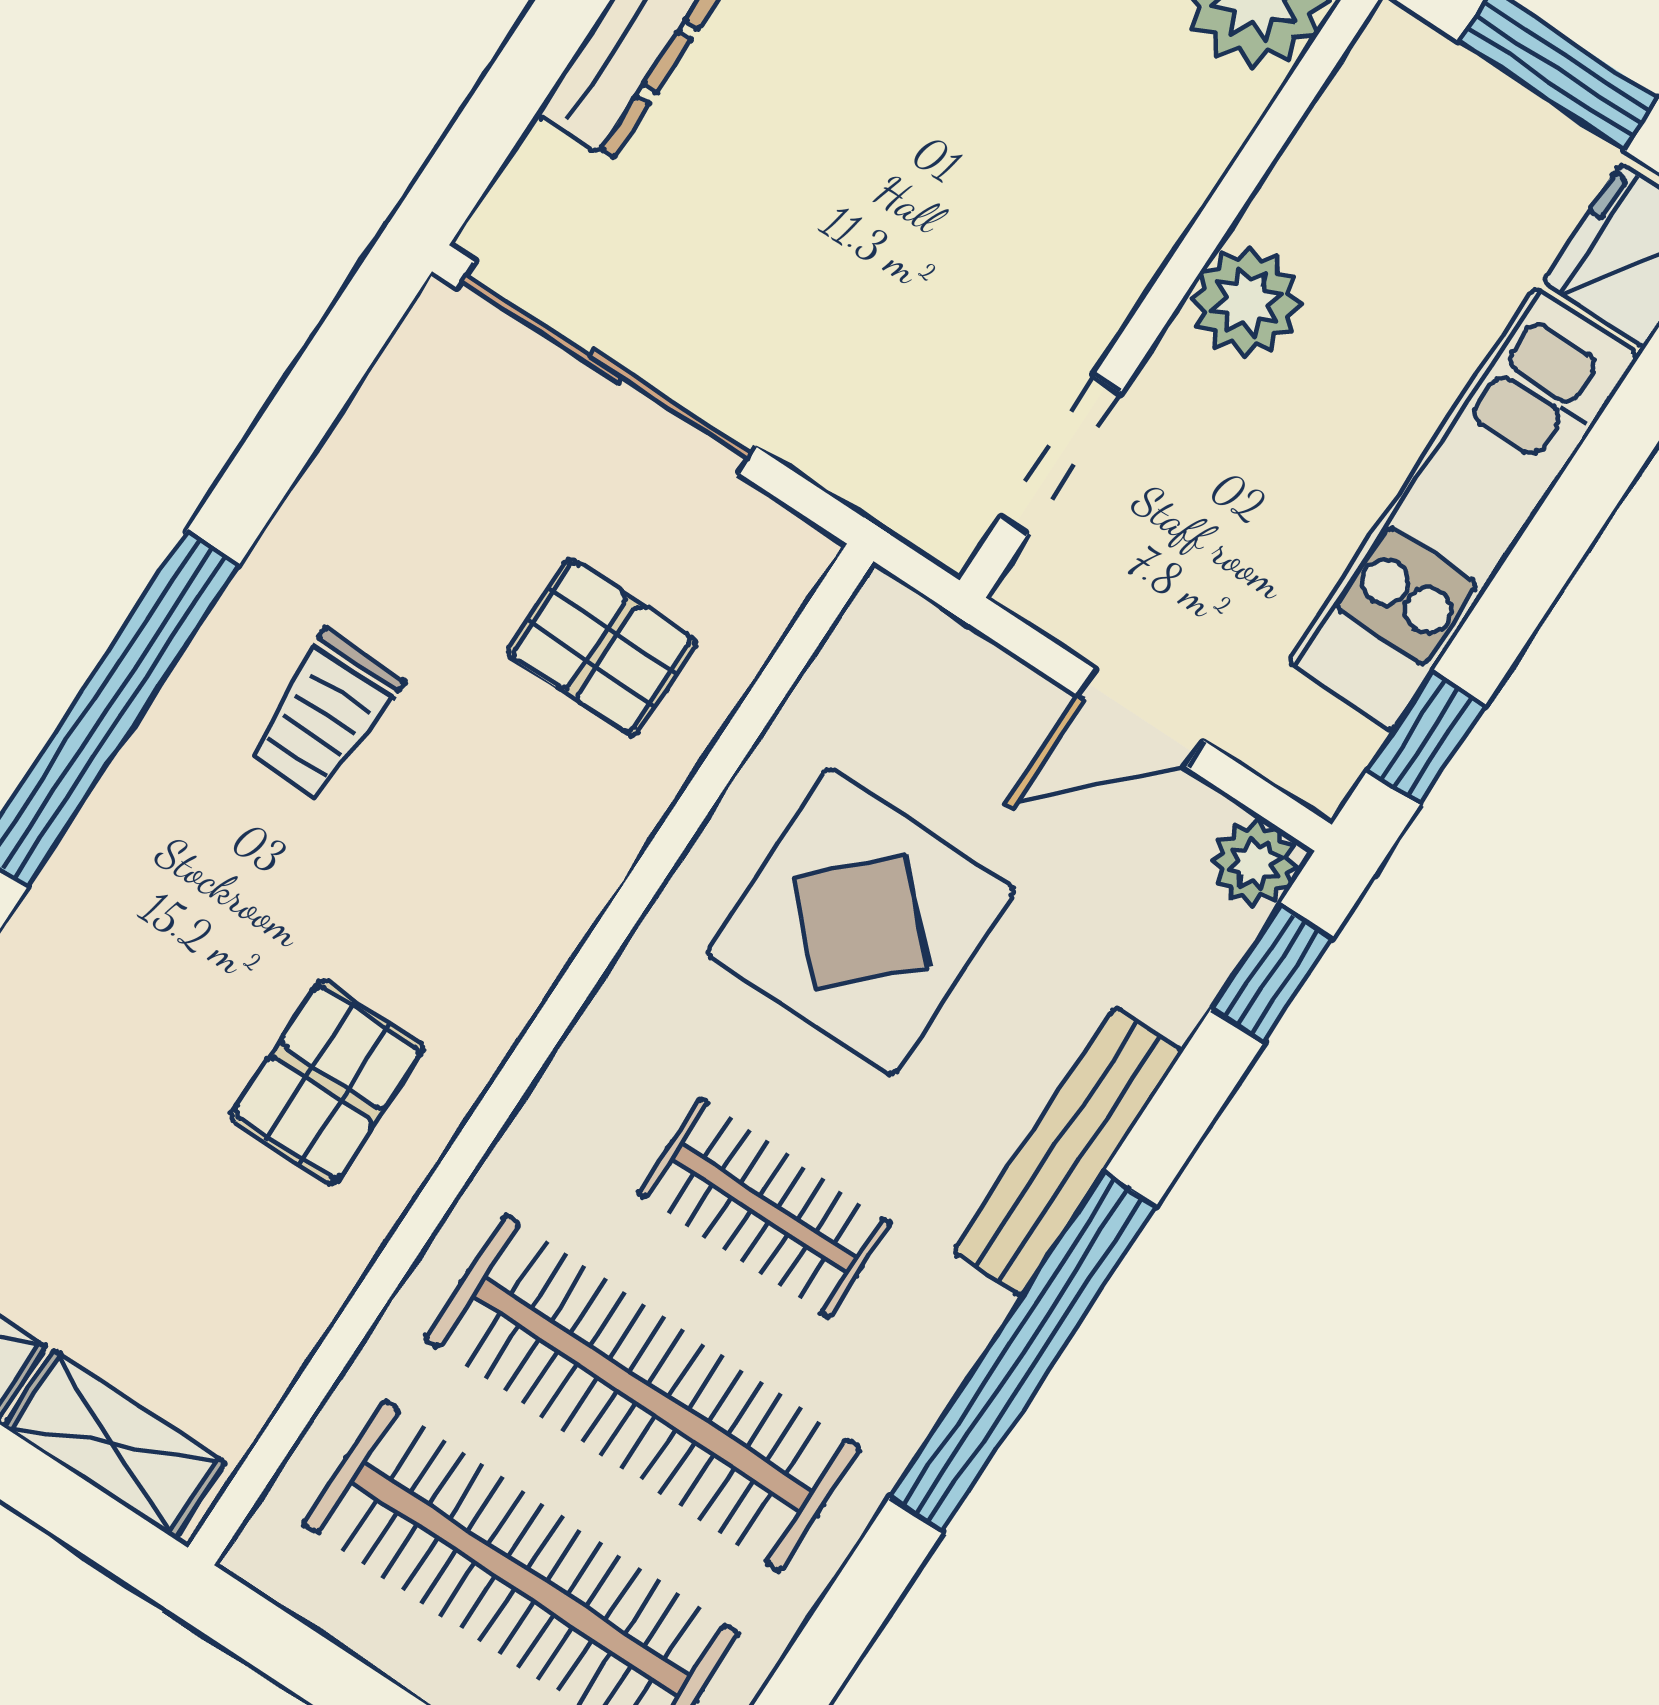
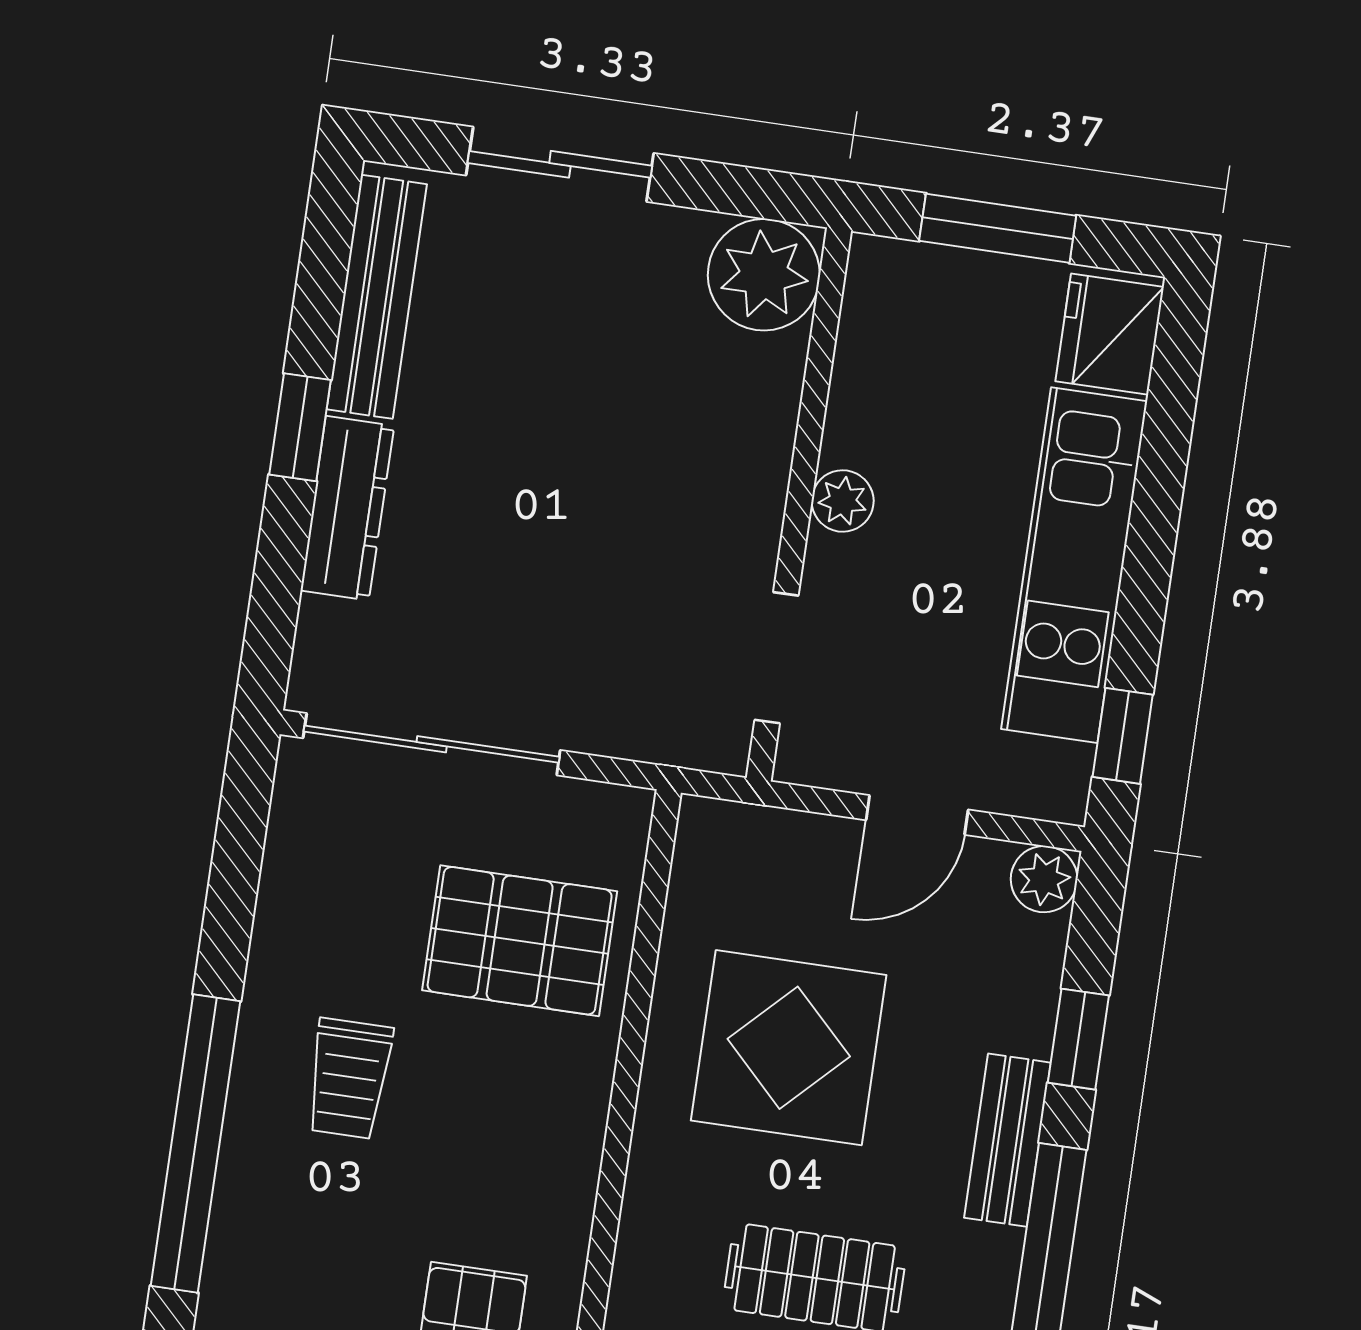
plant: (1246, 302) -> (843, 501), width x0.73, depth x0.73
pallet: (602, 647) -> (520, 941), width x1.50, depth x1.42
window: (1272, 973) -> (1078, 1039), moved
bench: (1068, 1151) -> (1008, 1140), width x0.73

